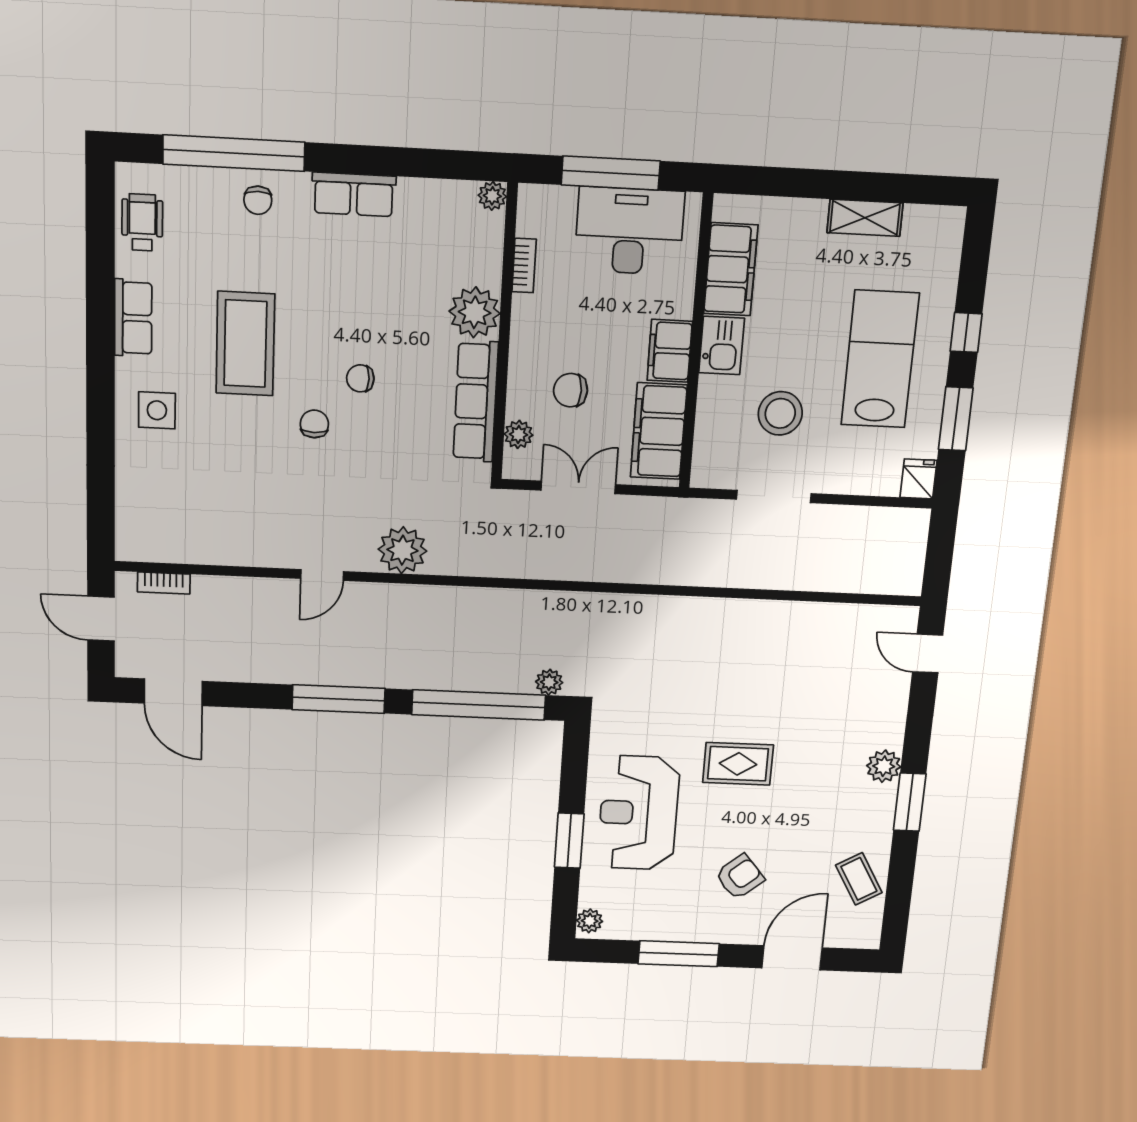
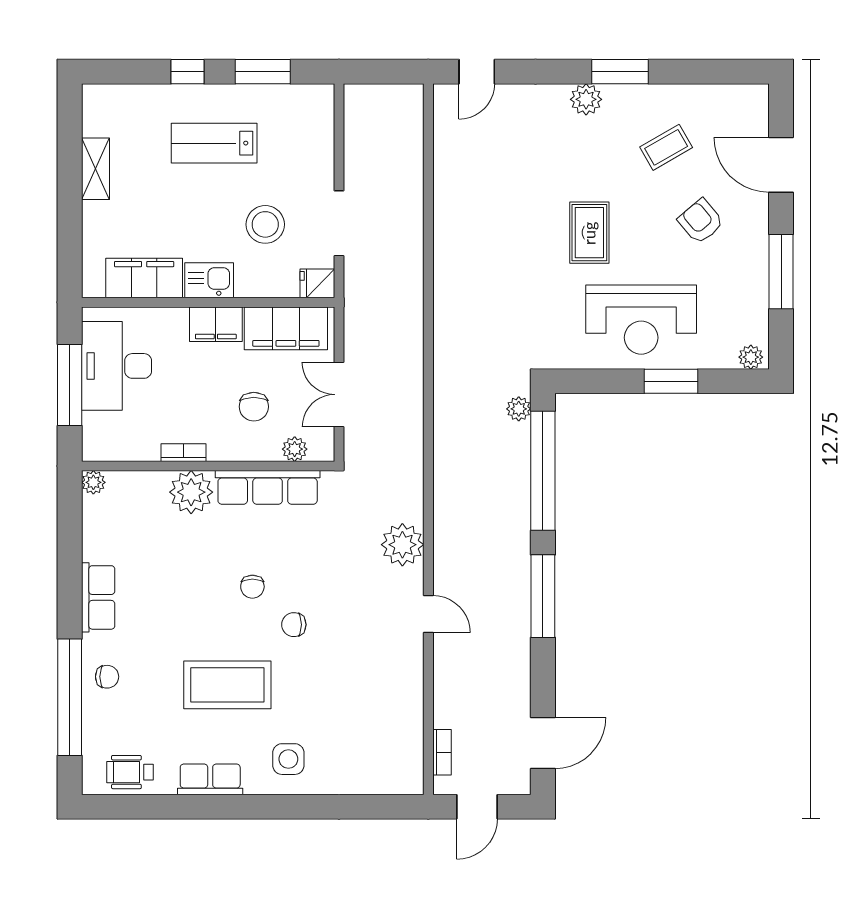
bookcase: (524, 265) -> (184, 453), moved
lab bench: (880, 359) -> (214, 143), width x0.73, depth x0.72
fridge: (919, 479) -> (317, 283), moved
coffee table: (859, 879) -> (666, 147), moved

